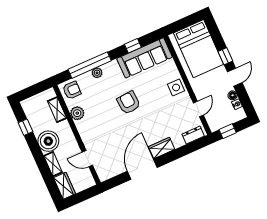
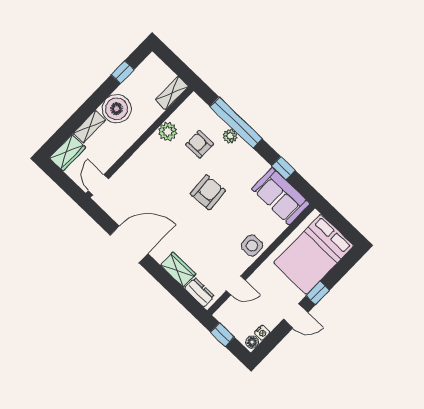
sofa: (145, 58) -> (281, 196), width x0.73
armchair: (72, 90) -> (199, 144), moved, turned 180
floor lamp: (233, 95) -> (252, 342), moved
shelving: (57, 110) -> (172, 93), moved
wardrobe: (162, 148) -> (178, 270), moved
door: (87, 159) -> (98, 185), moved

